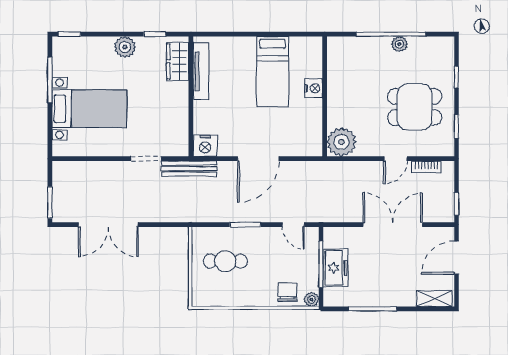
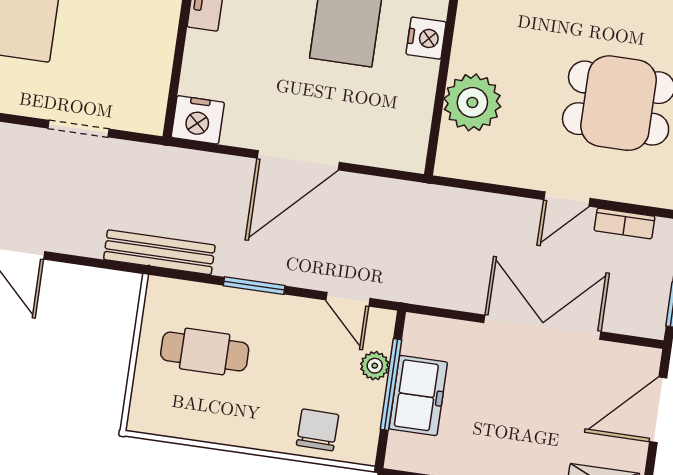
plant: (341, 142) -> (472, 102), moved
bench: (189, 169) -> (159, 252), moved
plant: (312, 299) -> (375, 366), moved

